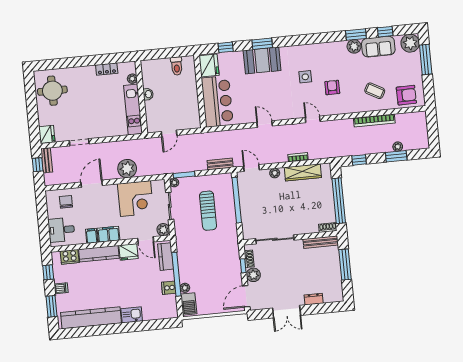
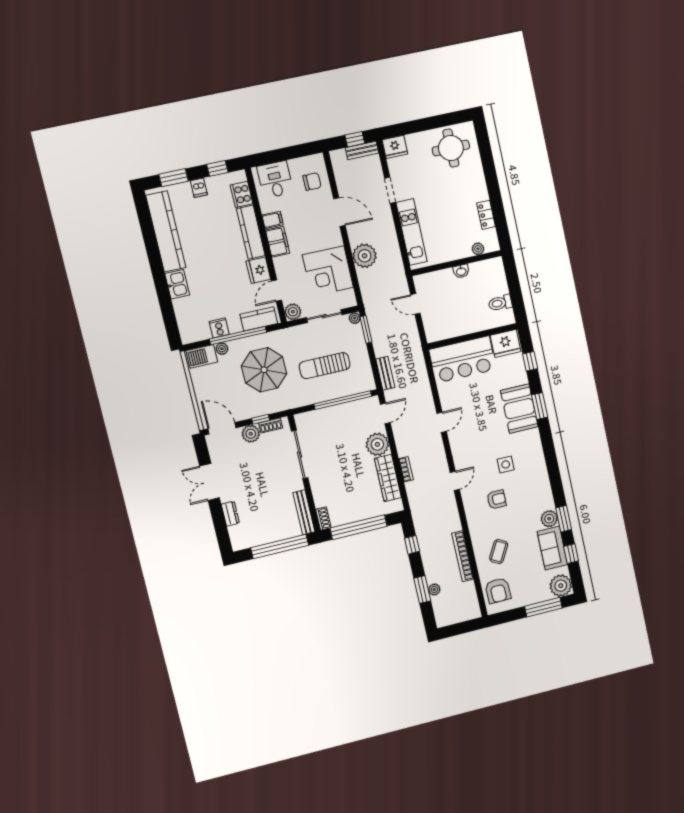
kitchen unit: (133, 110) -> (412, 232), moved, turned 90
plant: (275, 173) -> (377, 444), width x1.87, depth x1.87
parasol: (205, 258) -> (264, 370), added
window: (345, 265) -> (280, 546), width x1.46

